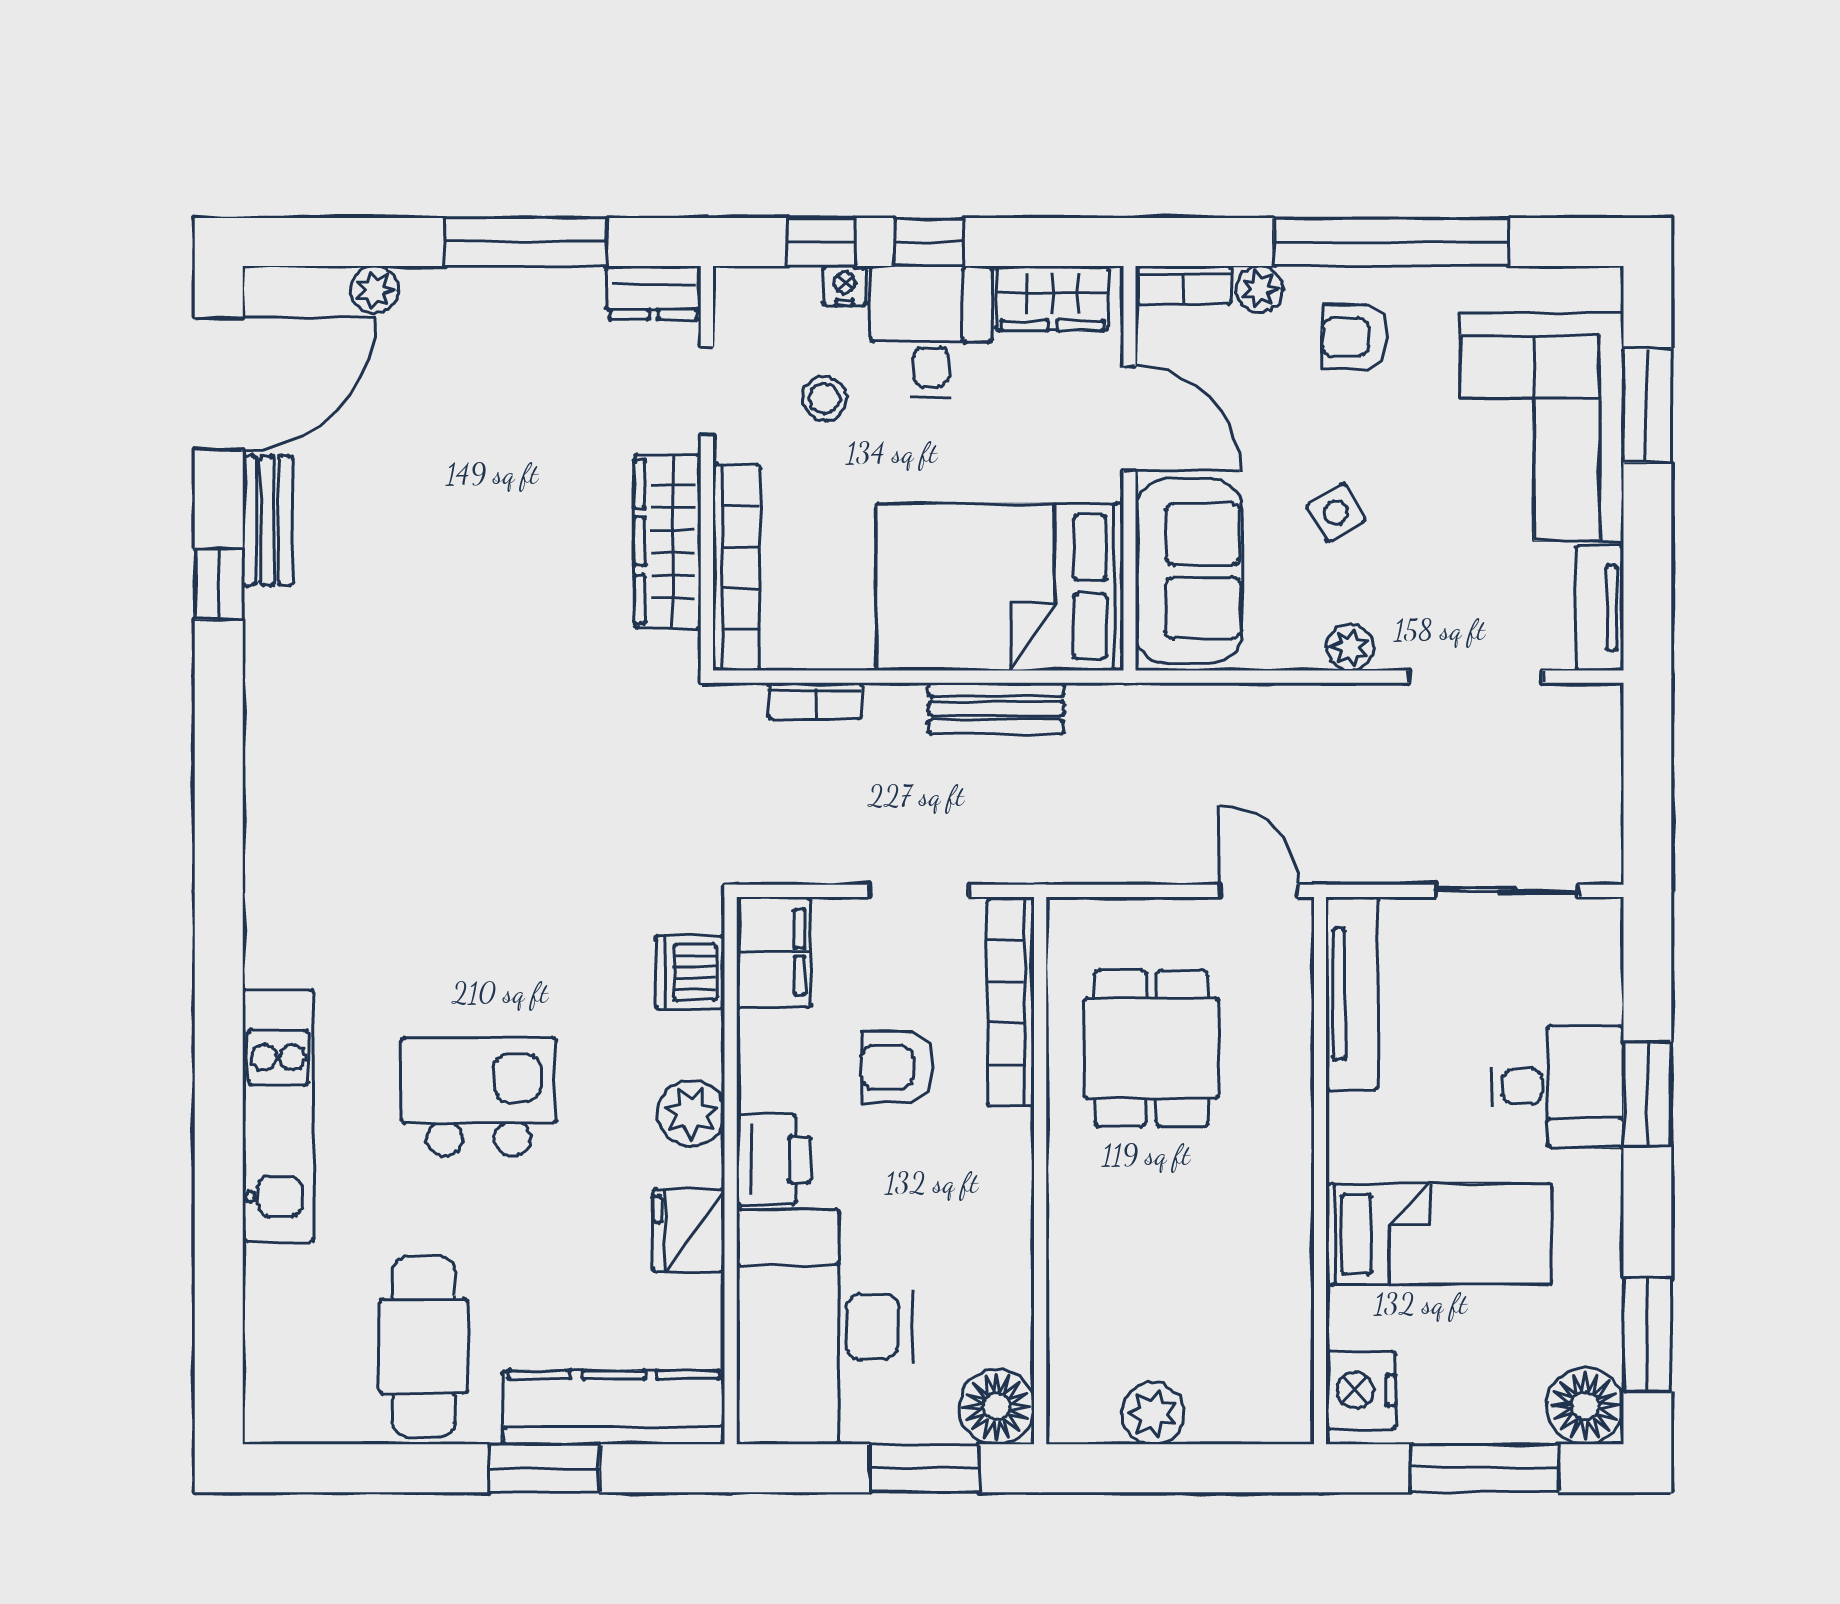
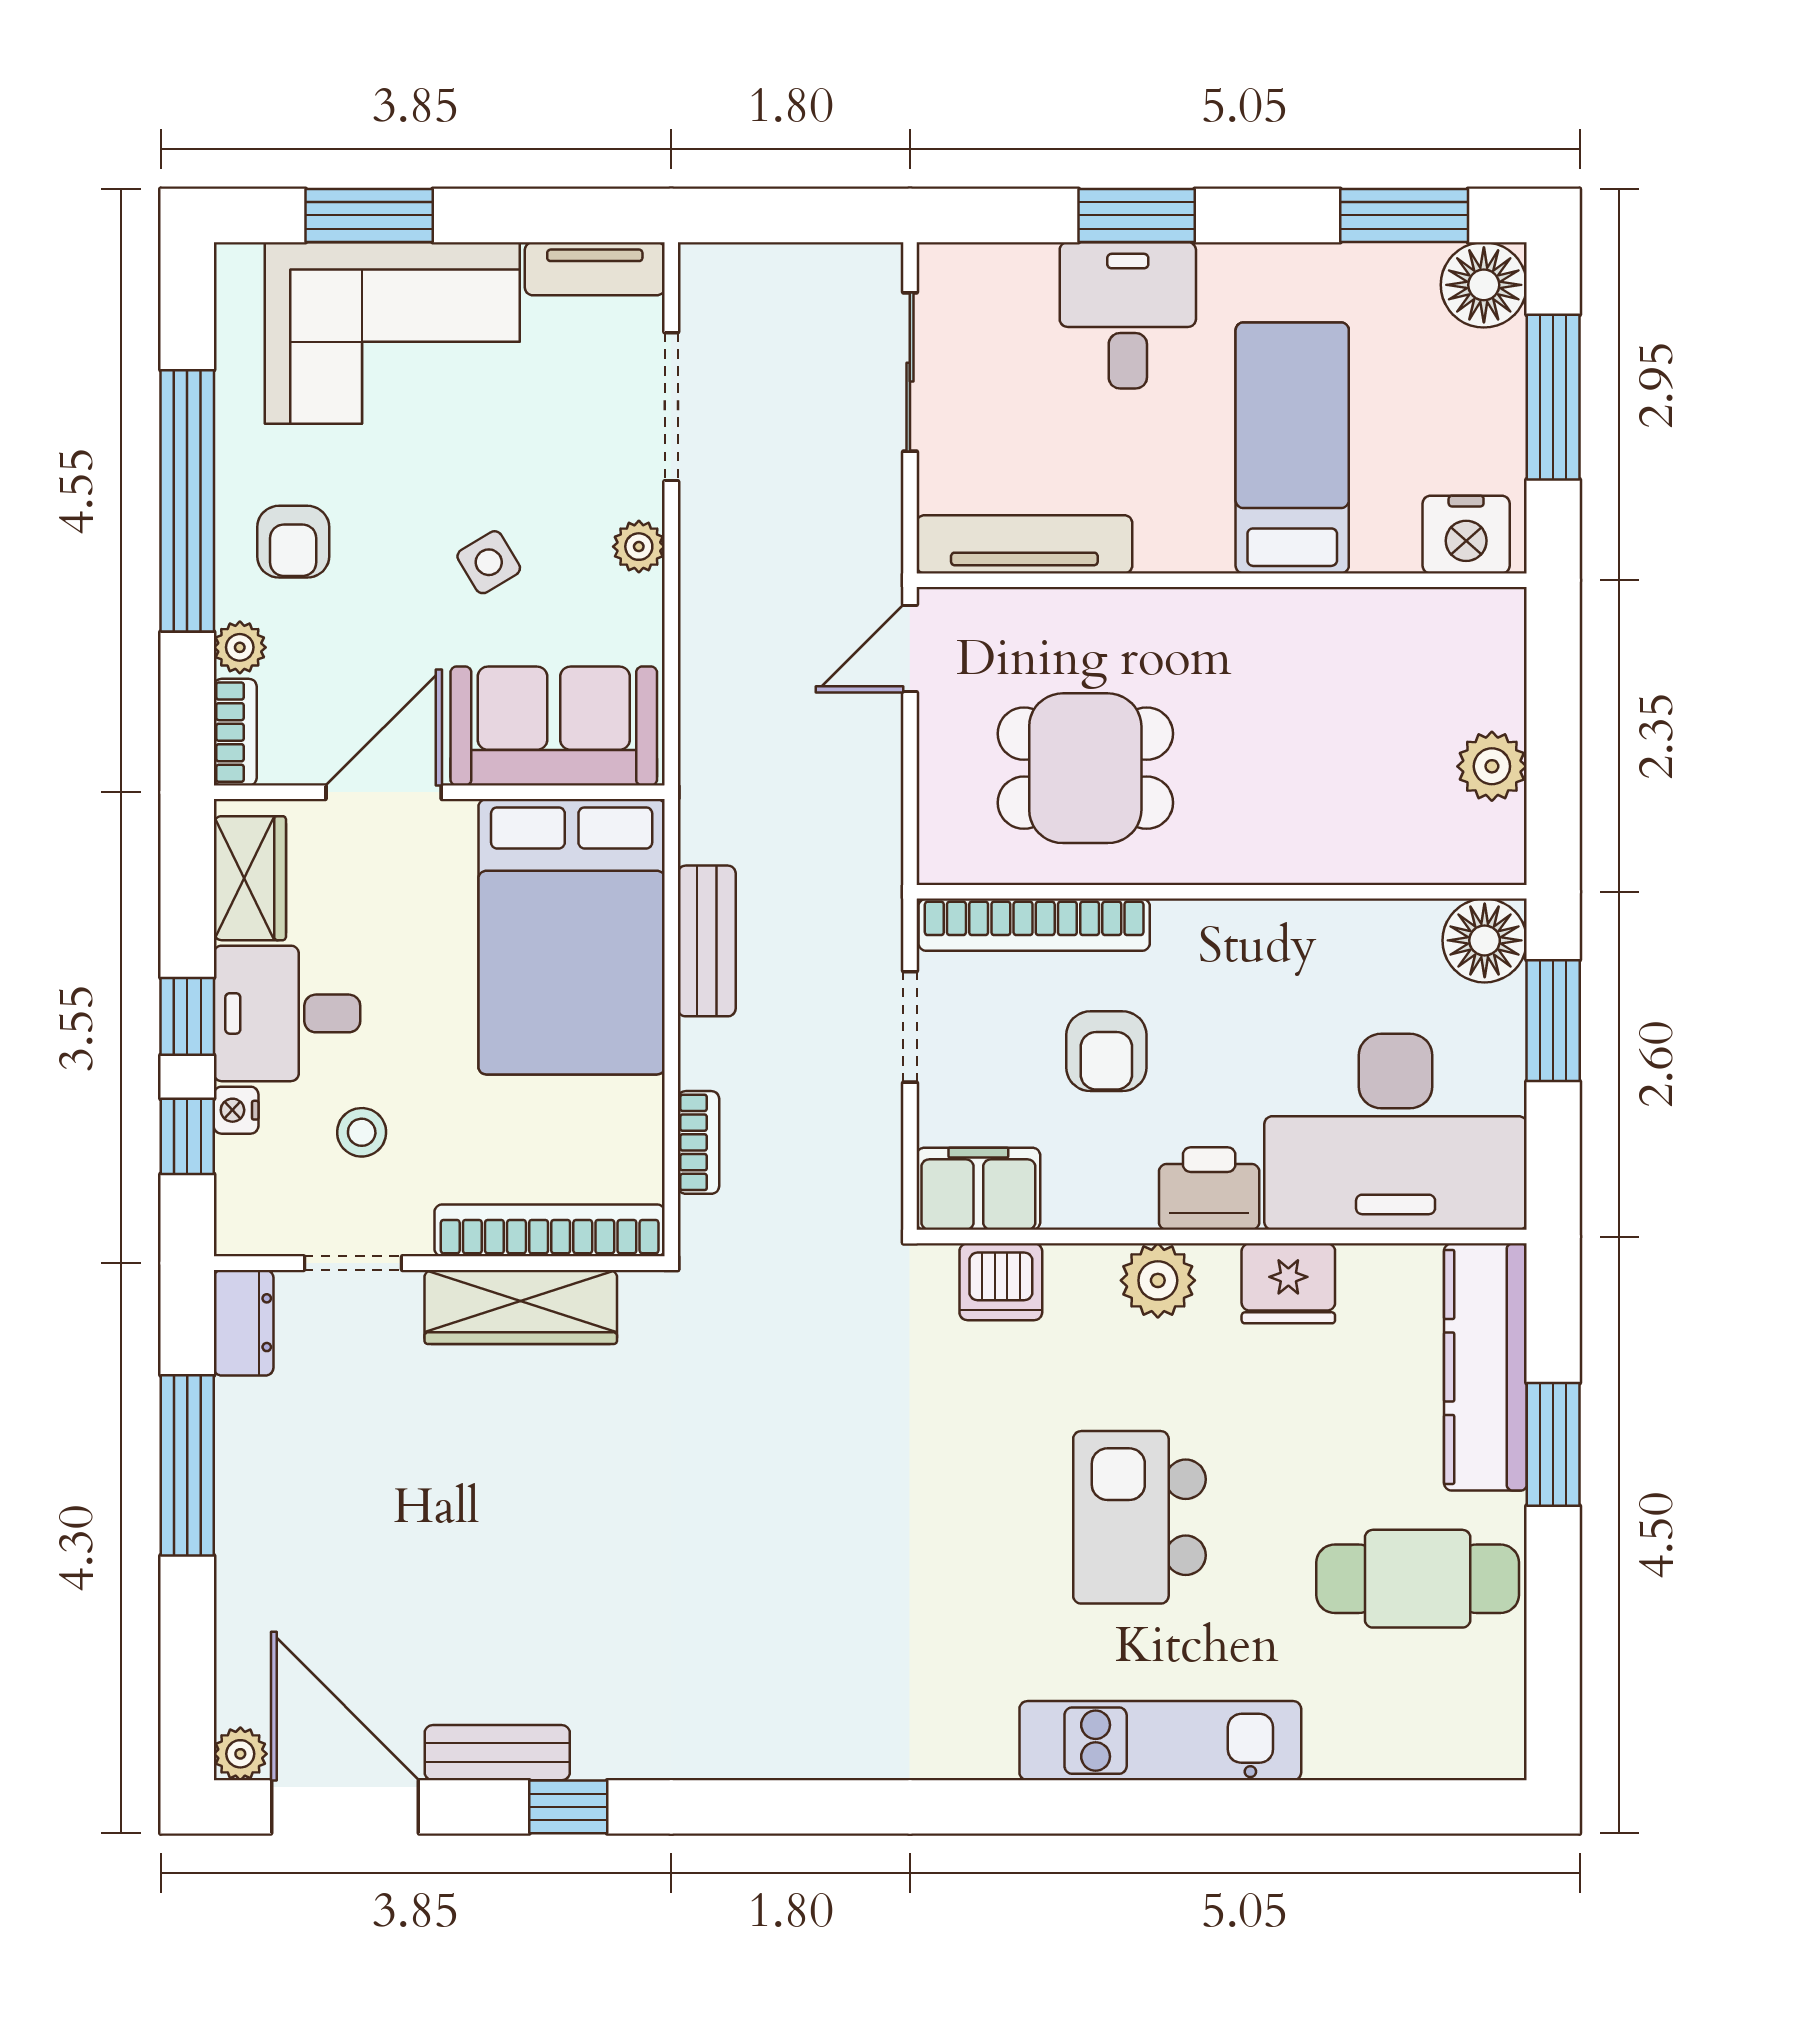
plant: (374, 290) -> (240, 1754), moved

